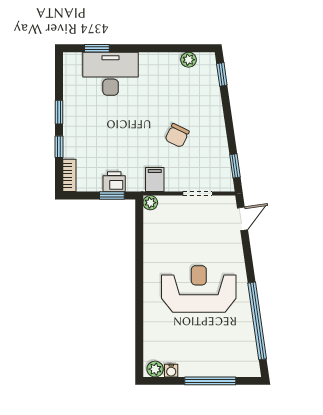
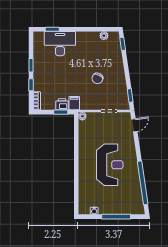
filing cabinet: (155, 180) -> (74, 103), moved
reception desk: (199, 289) -> (110, 165), turned 90
plant: (155, 369) -> (85, 210), removed

